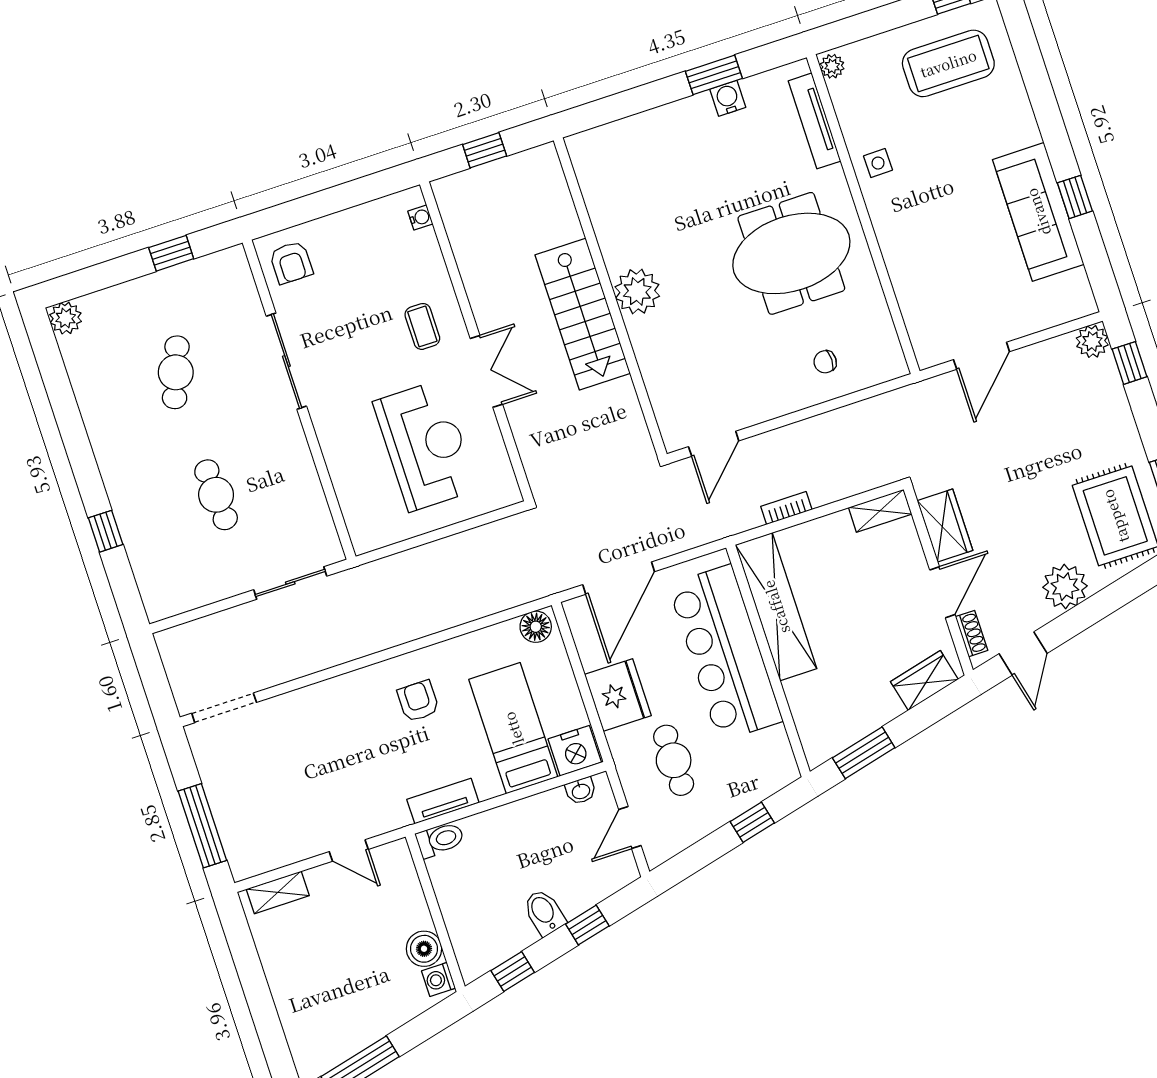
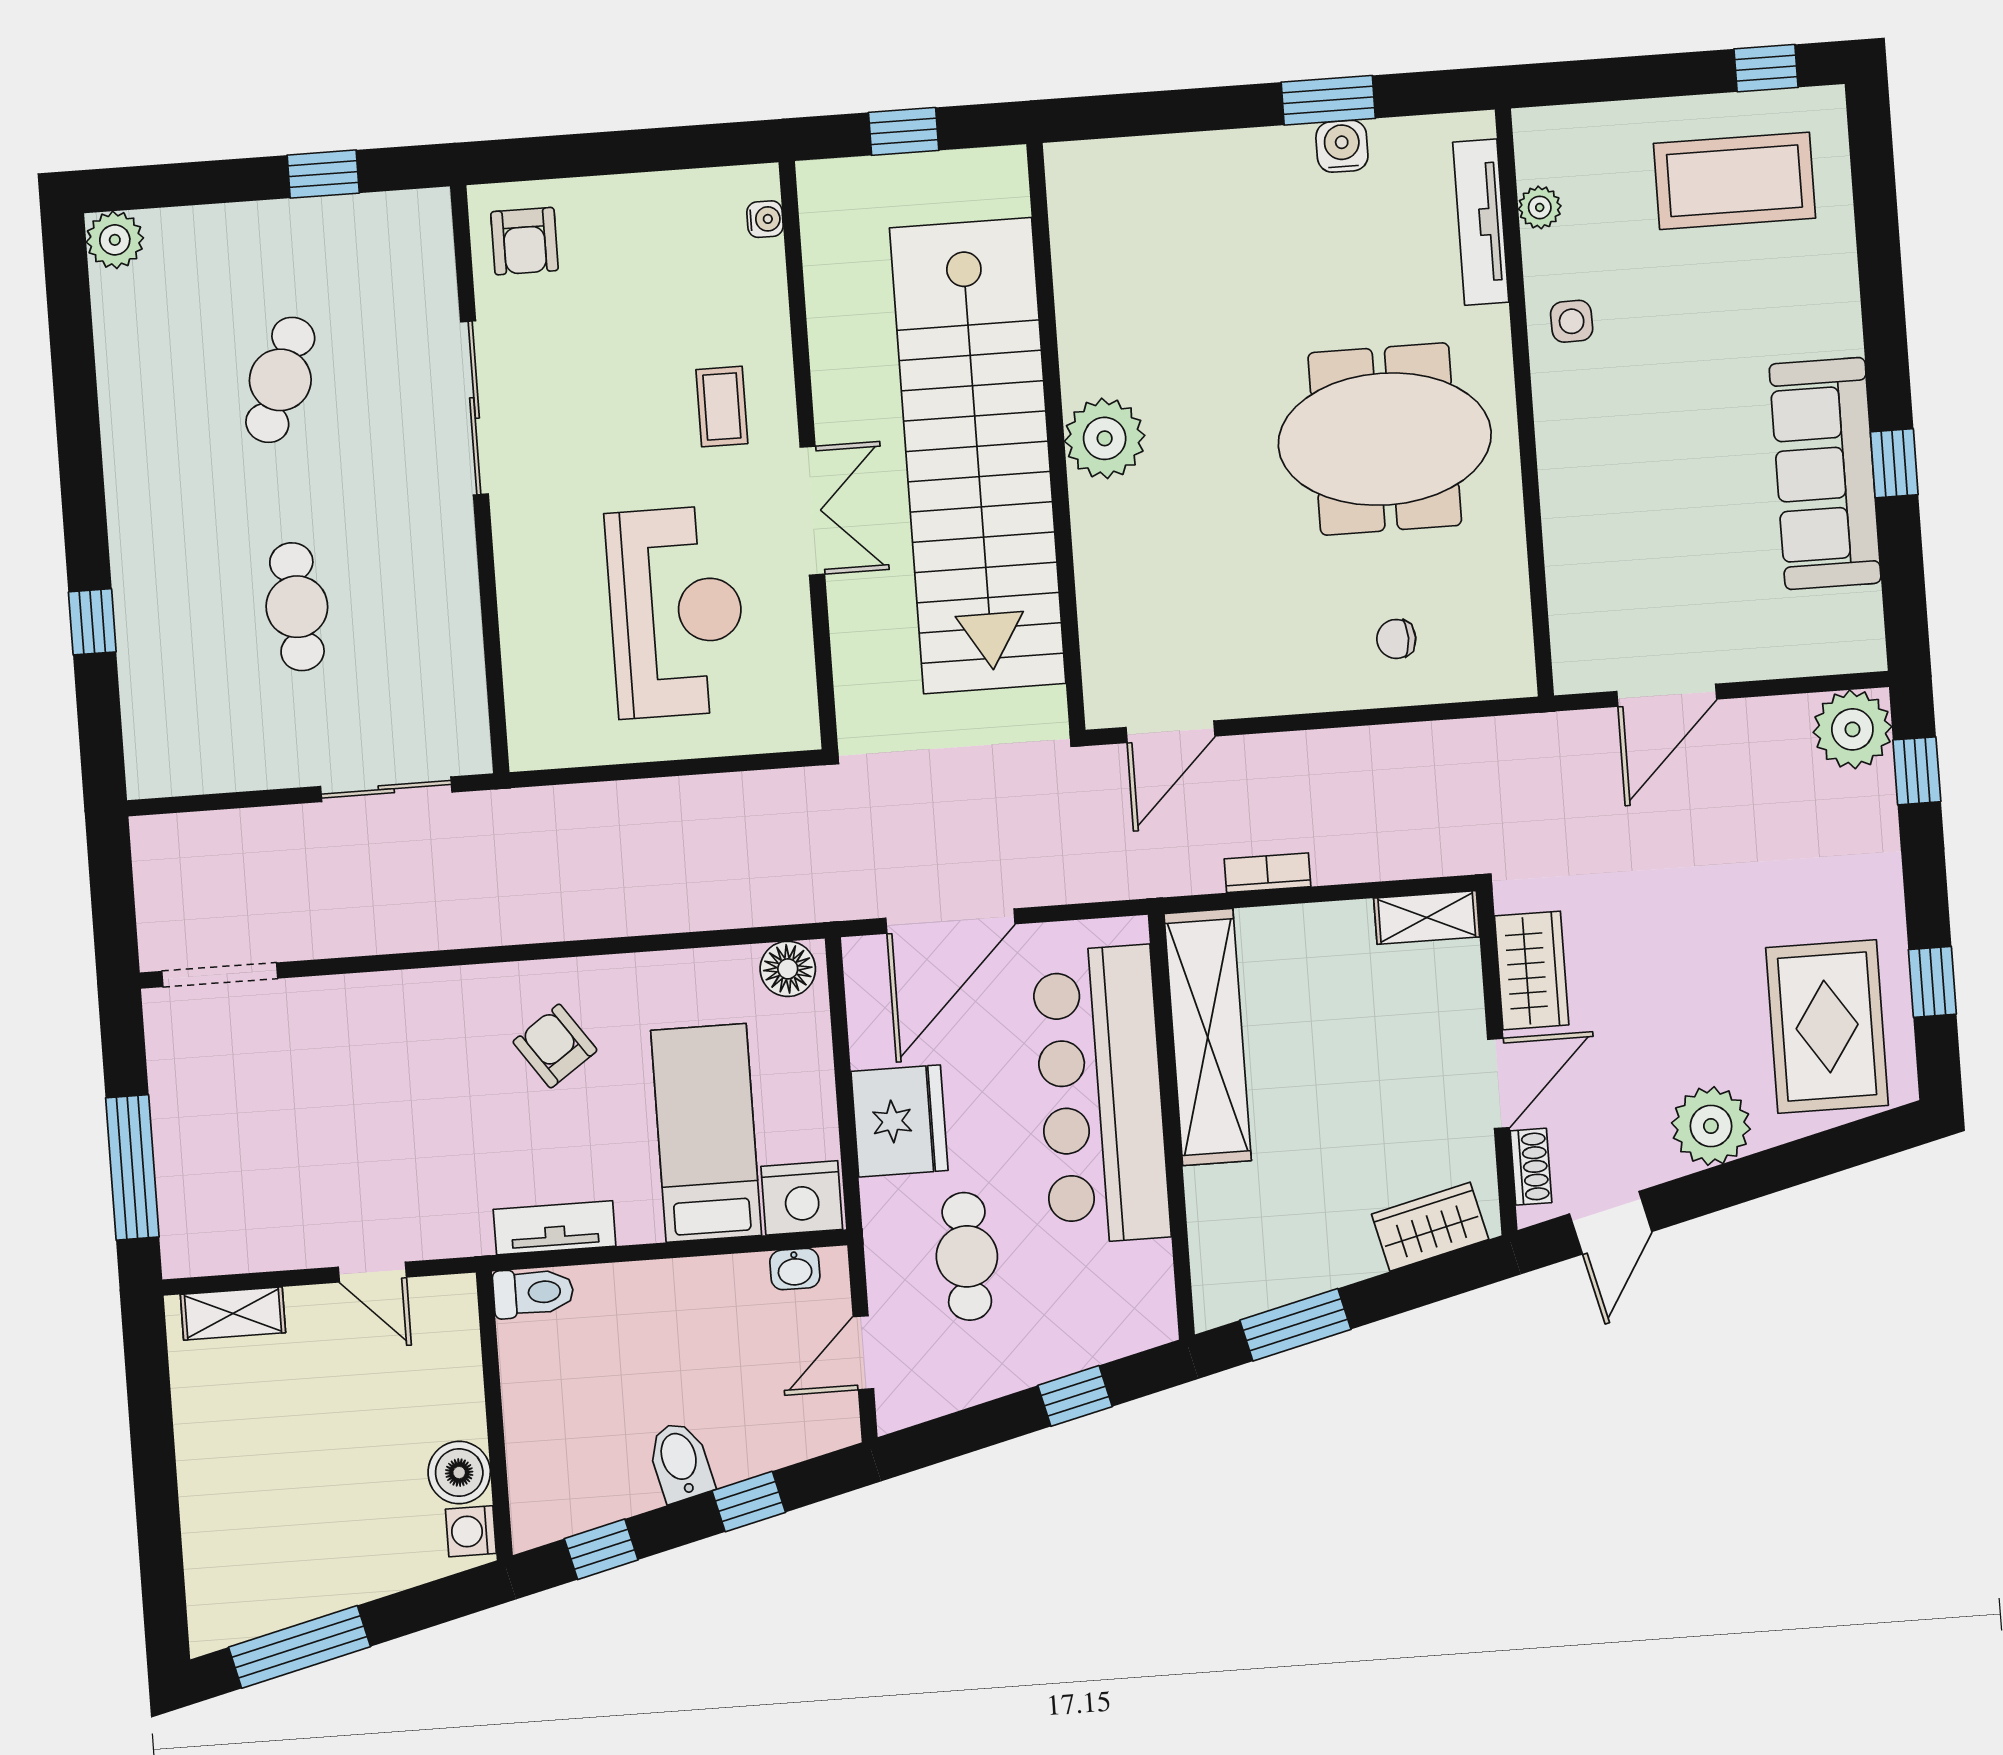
plant: (832, 66) -> (1540, 207), moved
stairs: (583, 314) -> (978, 456), width x1.86, depth x1.51
plant: (1092, 341) -> (1852, 729), width x1.36, depth x1.36
armchair: (418, 701) -> (555, 1046), turned -35

